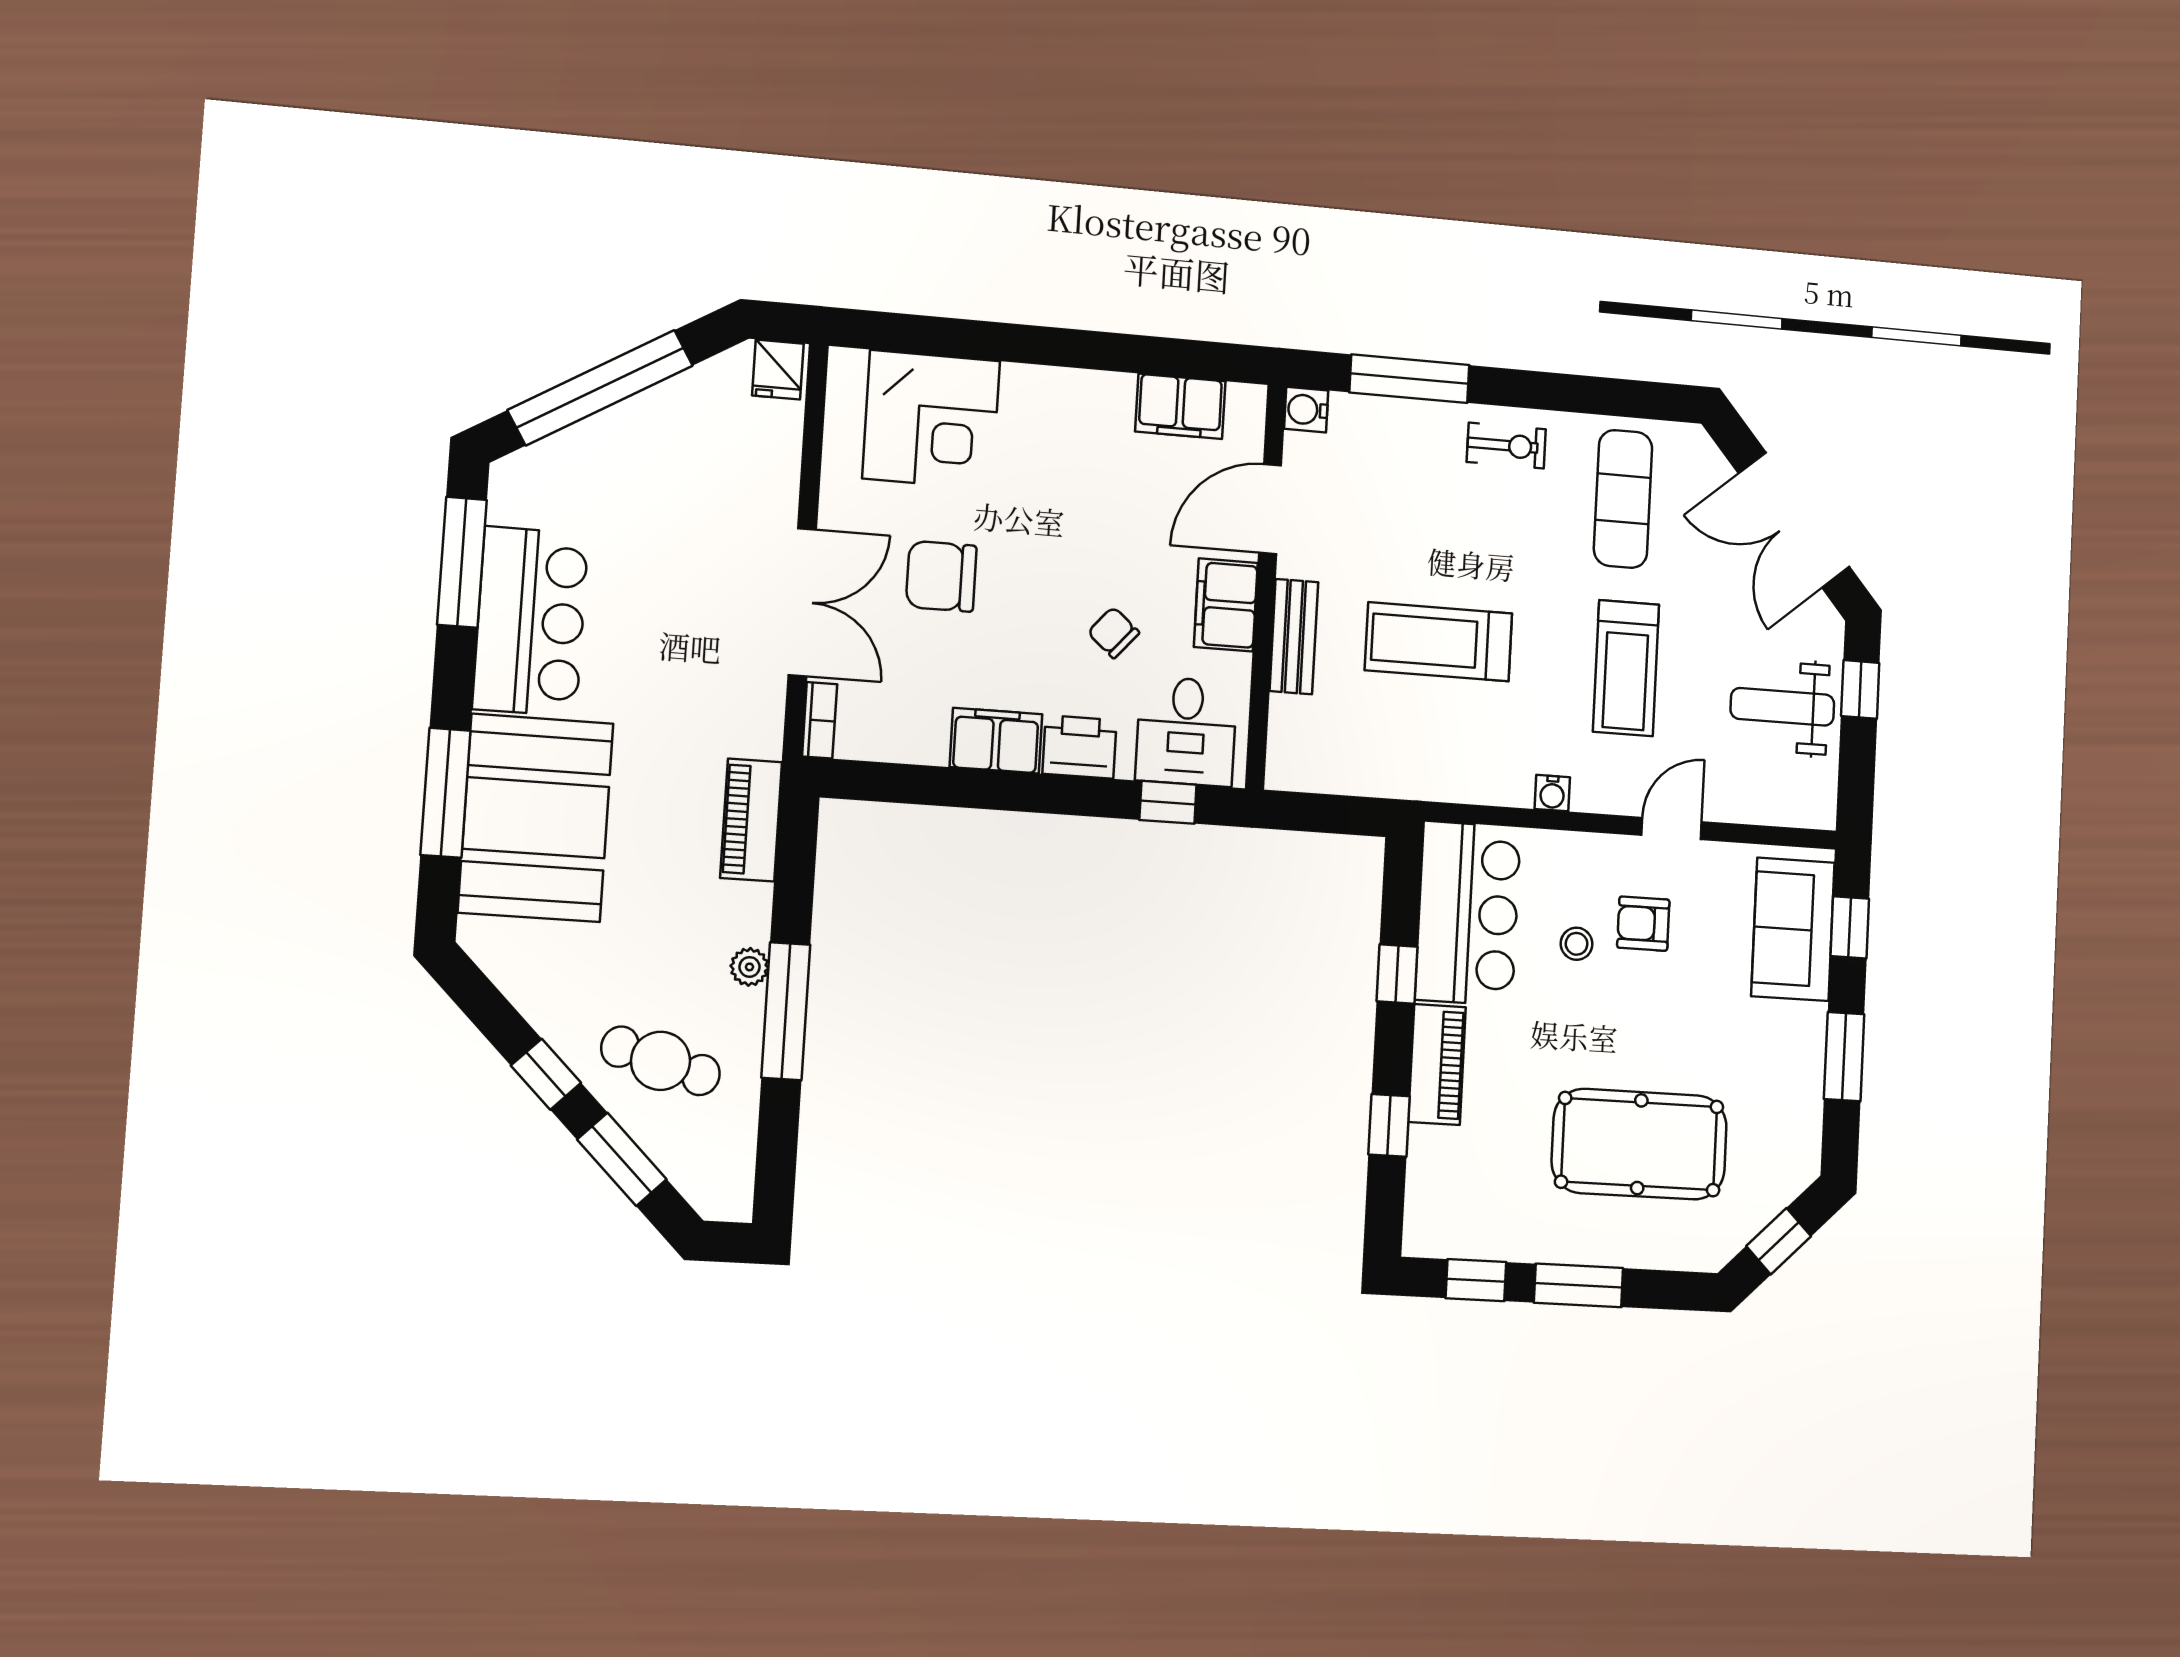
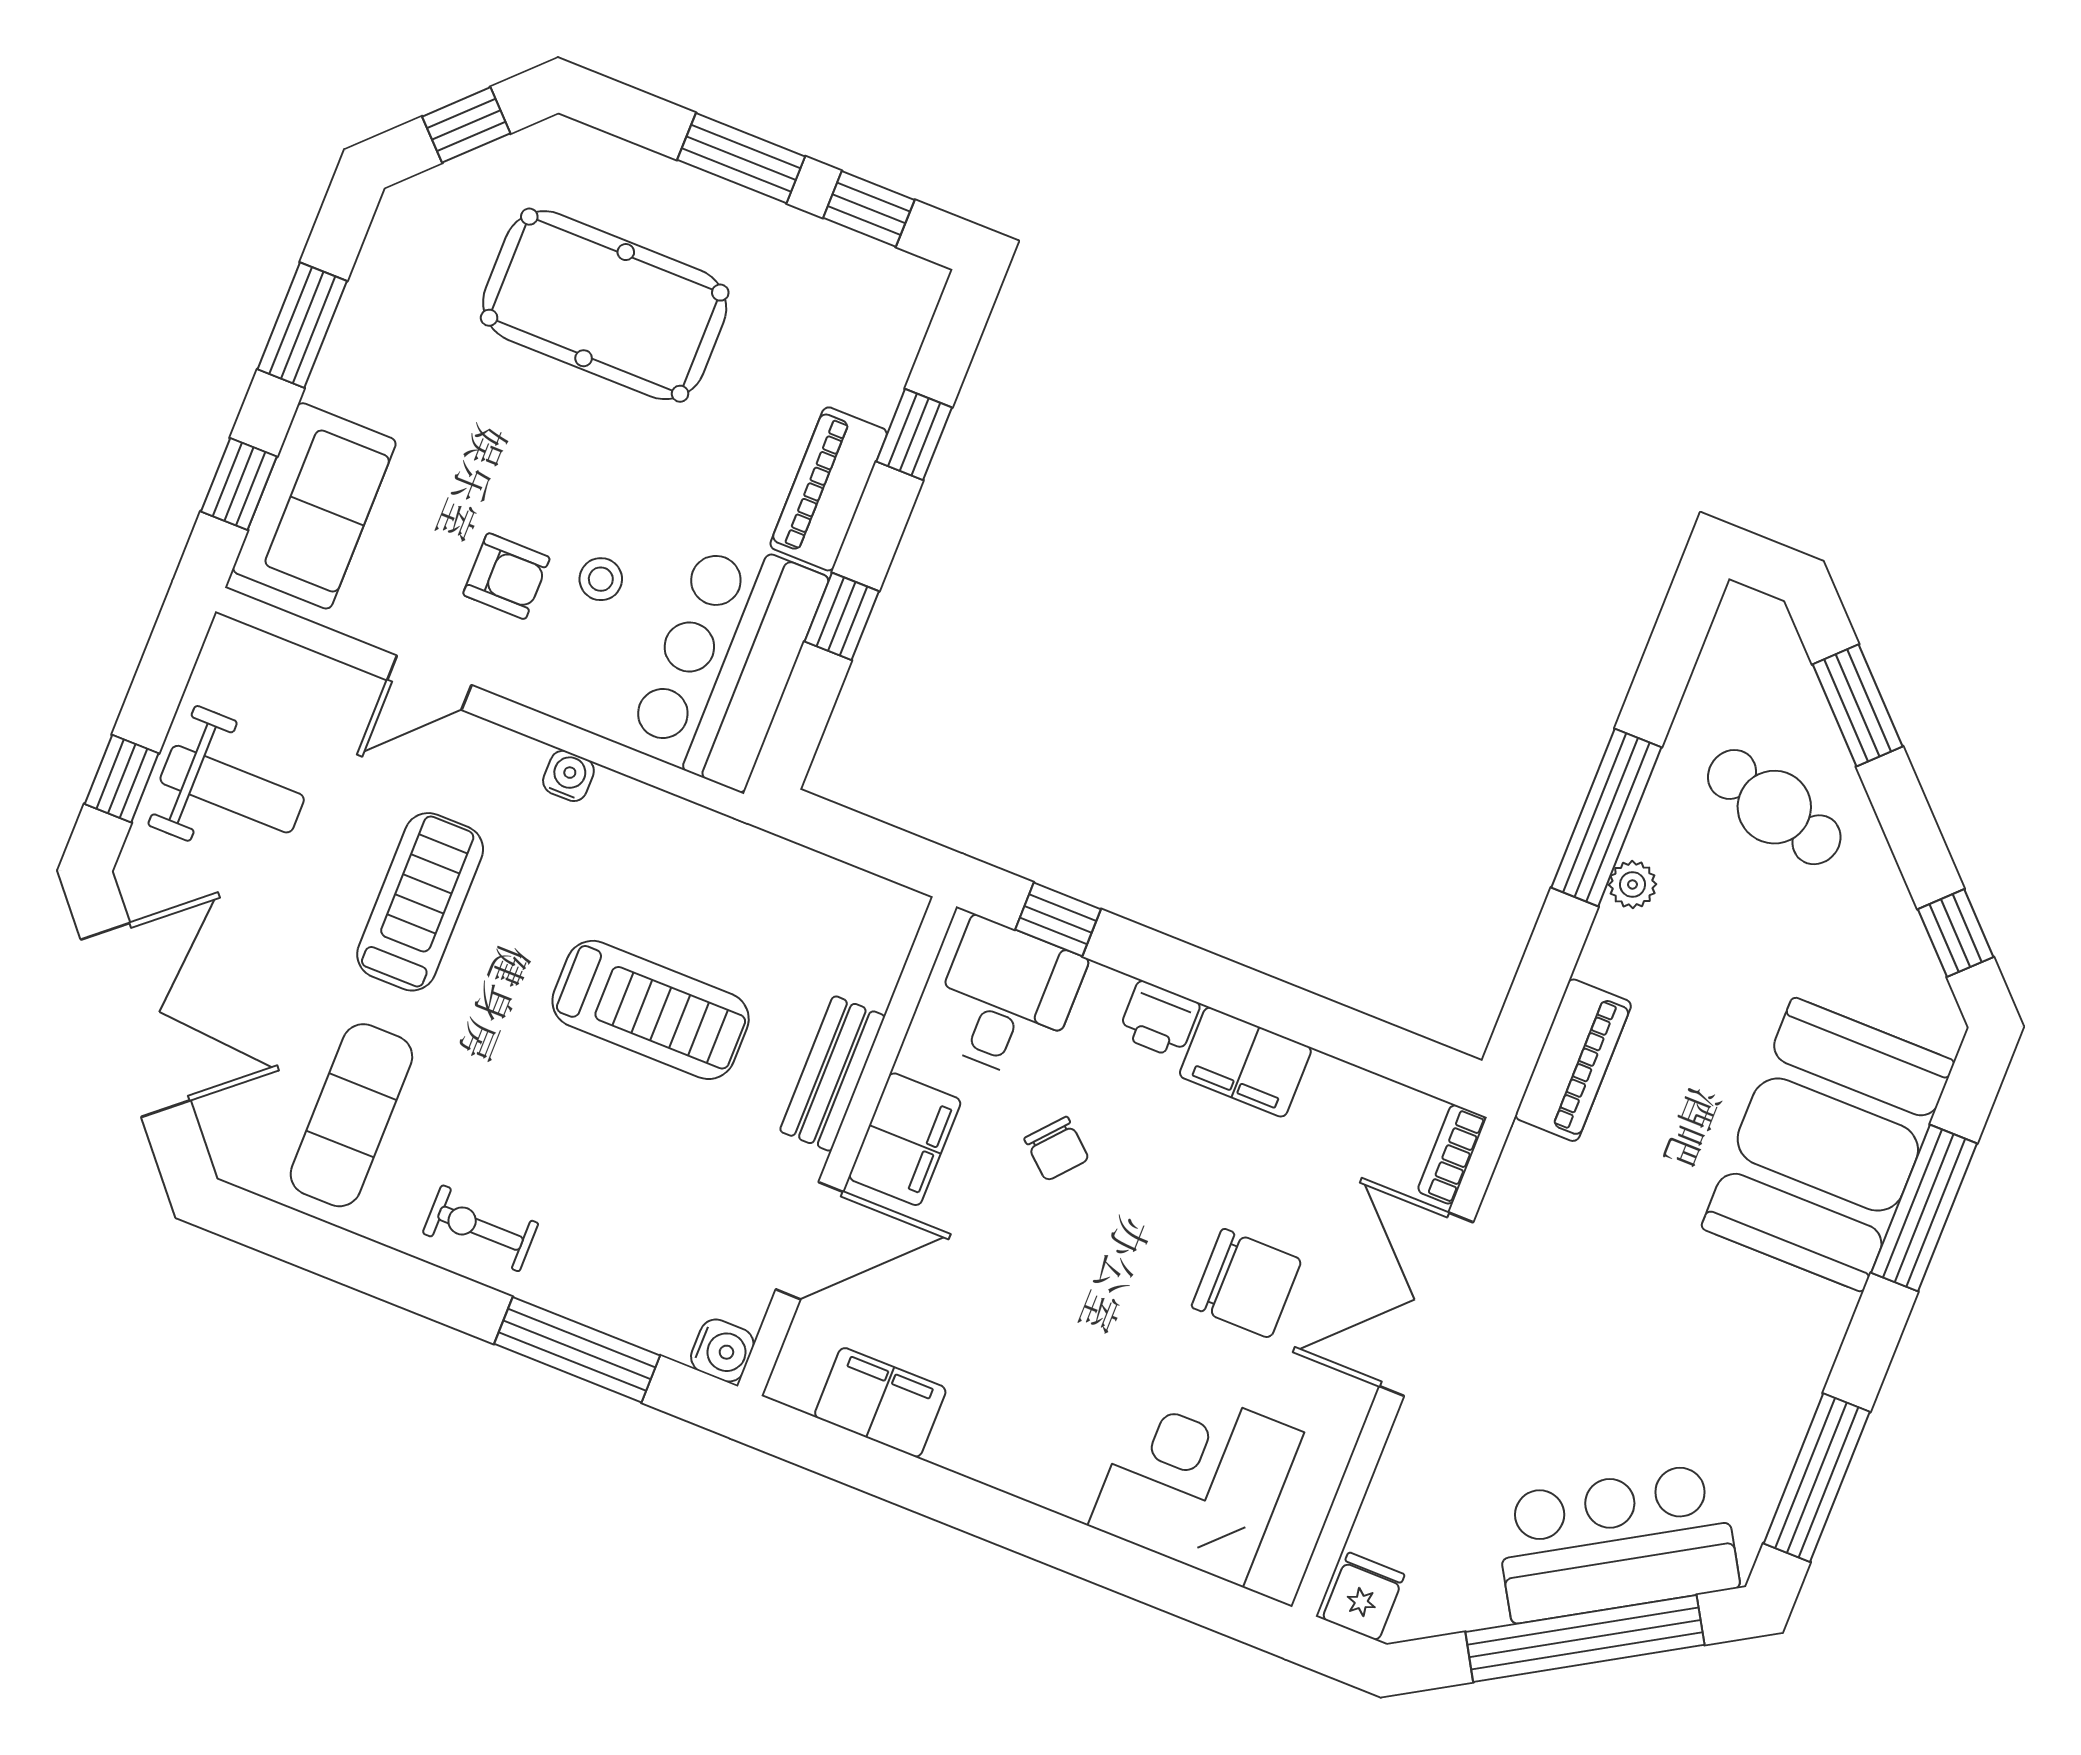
bar counter: (530, 621) -> (1616, 1543), moved, turned 59
printer: (1080, 747) -> (1159, 1020), width x0.73, depth x0.81
window: (546, 1074) -> (1956, 933), moved

